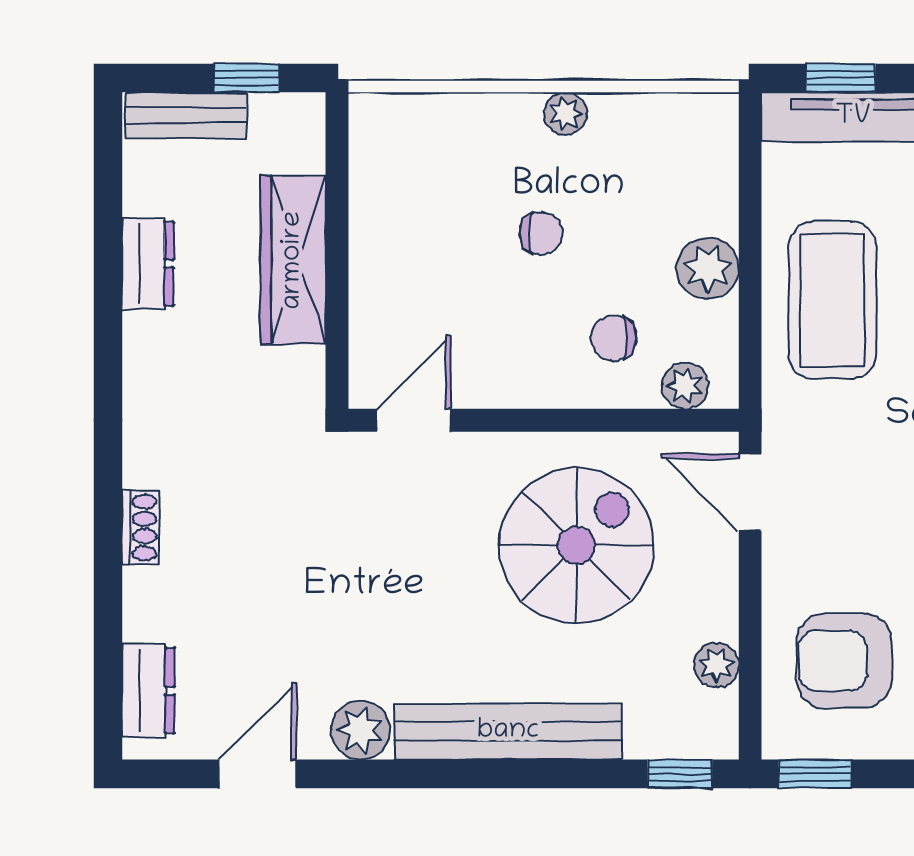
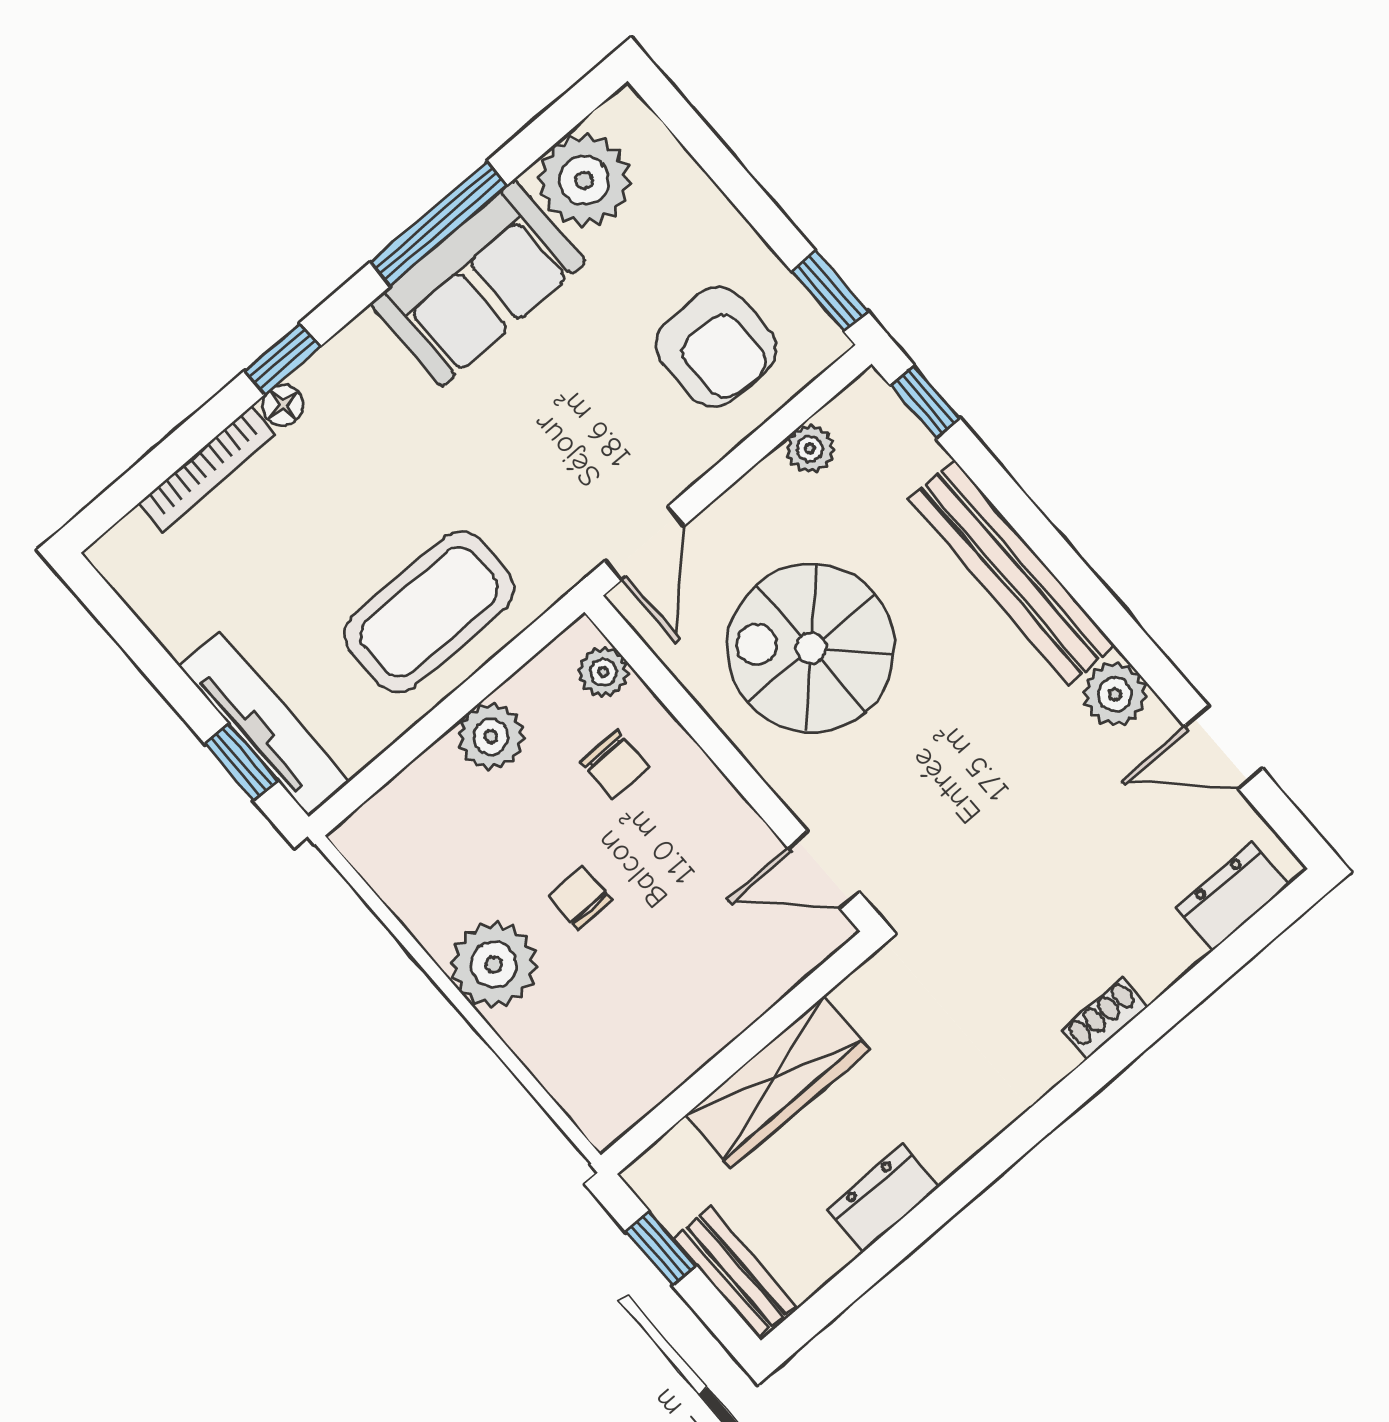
plant: (565, 114) -> (494, 965), width x1.88, depth x1.88

